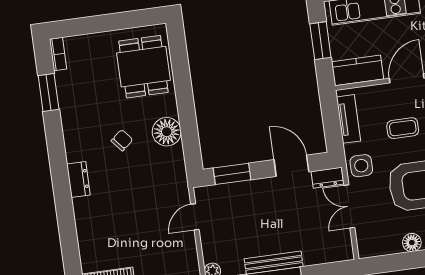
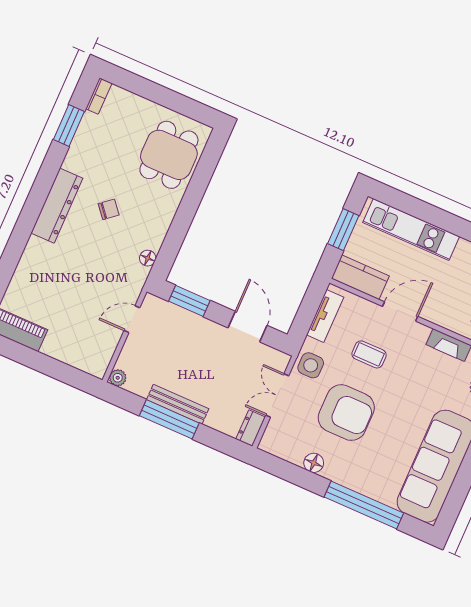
floor lamp: (167, 132) -> (148, 258), moved, width x0.53, depth x0.53
dresser: (327, 178) -> (251, 428), moved, turned 90
dresser: (78, 180) -> (57, 206), width x1.96, depth x1.24

